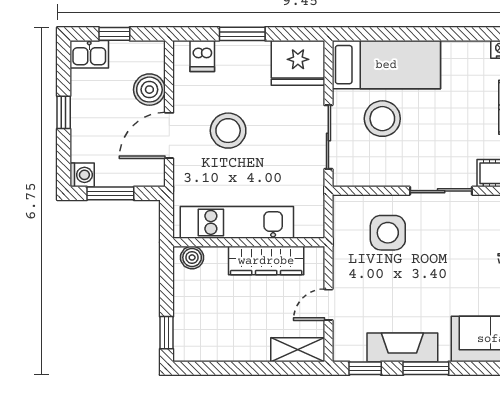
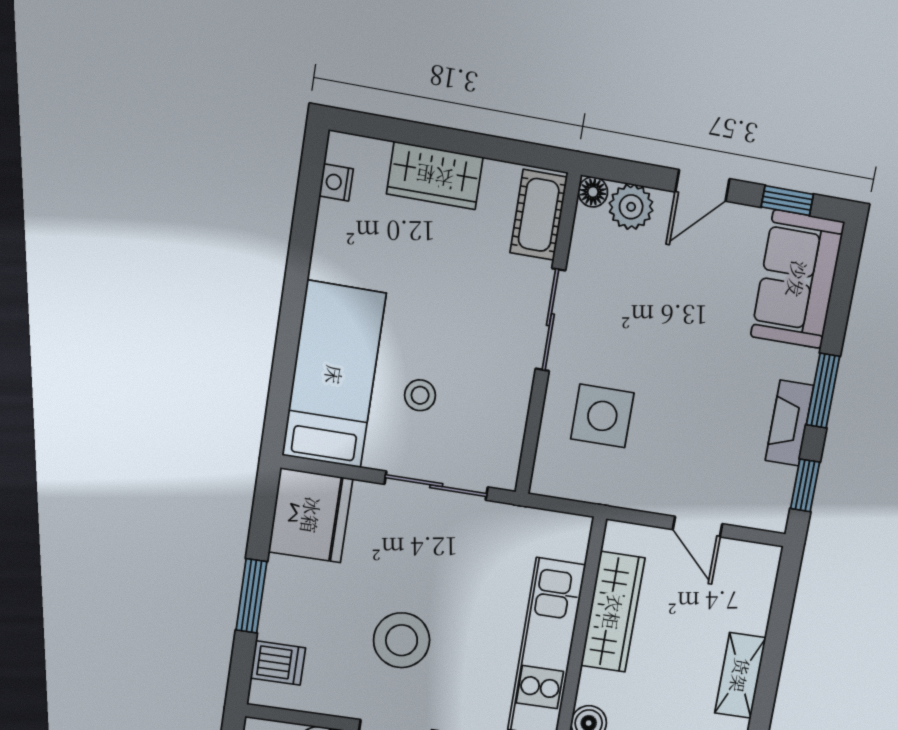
stool: (382, 119) -> (420, 395), width x0.53, depth x0.53
fireplace: (402, 347) -> (789, 423), width x0.73, depth x0.76
shelving: (298, 350) -> (740, 675), moved

